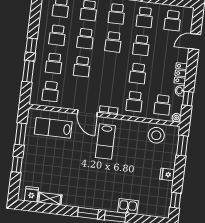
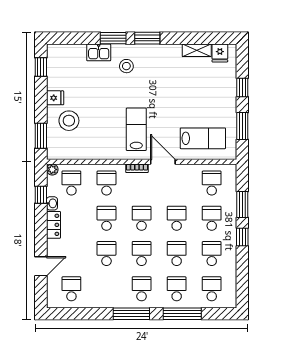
school desk: (145, 17) -> (142, 218), moved
stool: (156, 135) -> (69, 121), moved
stool: (107, 193) -> (126, 66), added

